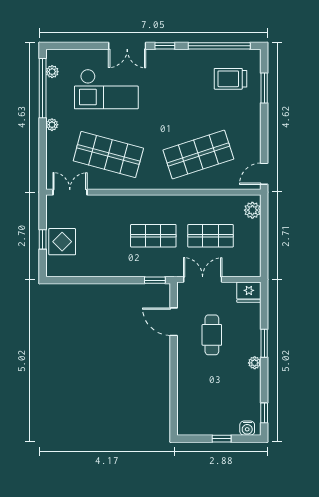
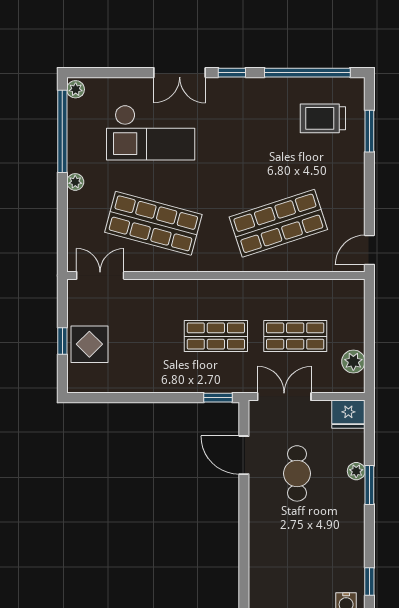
plant: (52, 72) -> (76, 89), moved
plant: (252, 210) -> (353, 362), moved
plant: (255, 363) -> (356, 471), moved

